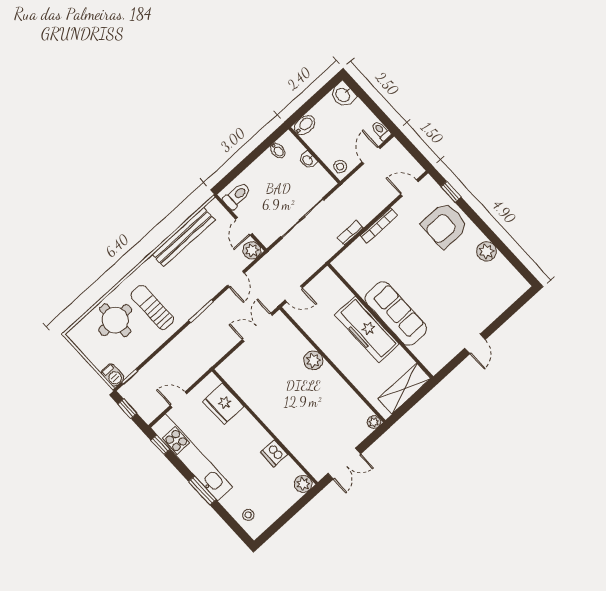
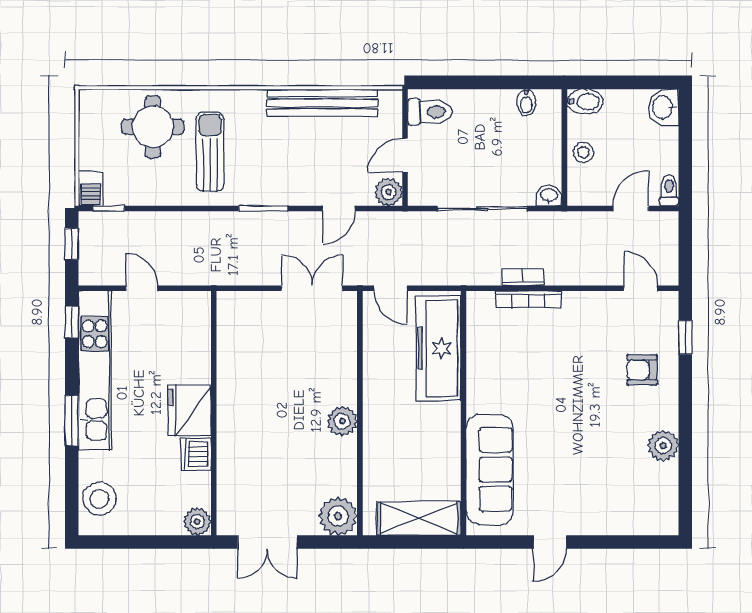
washbasin: (308, 160) -> (549, 195), moved, turned 90
stool: (340, 166) -> (583, 152), moved
bookcase: (379, 225) -> (528, 299), moved
armchair: (445, 225) -> (642, 370), width x0.53, depth x0.53
sofa: (396, 314) -> (490, 470), moved
freezer: (367, 330) -> (438, 348), moved
plant: (313, 360) -> (342, 421), moved
fridge: (223, 404) -> (189, 410), moved
plant: (374, 422) -> (338, 516), width x1.88, depth x1.88
stool: (248, 515) -> (99, 499), width x1.89, depth x1.89

